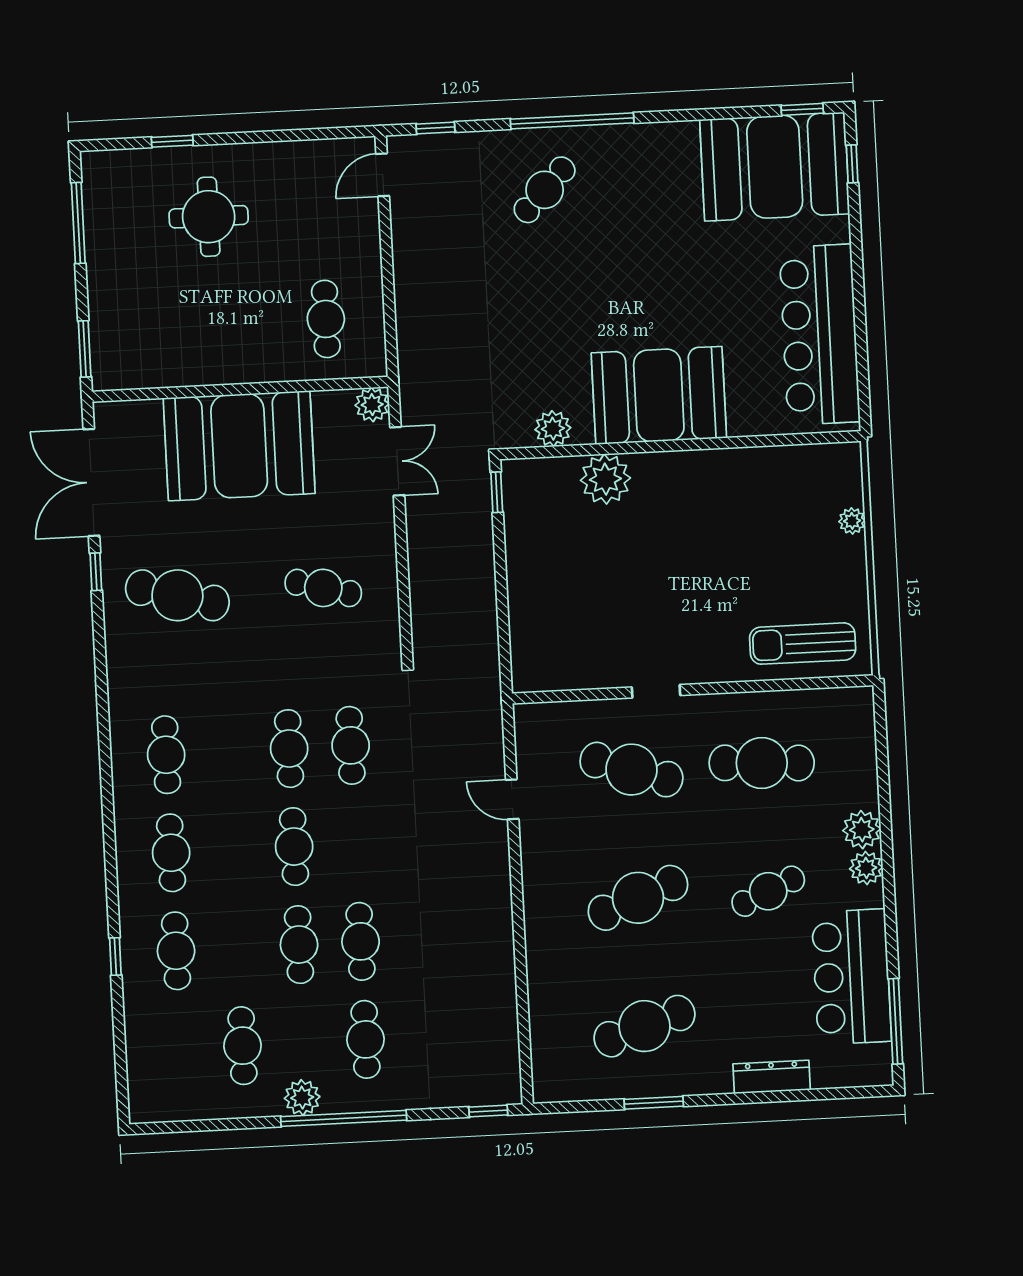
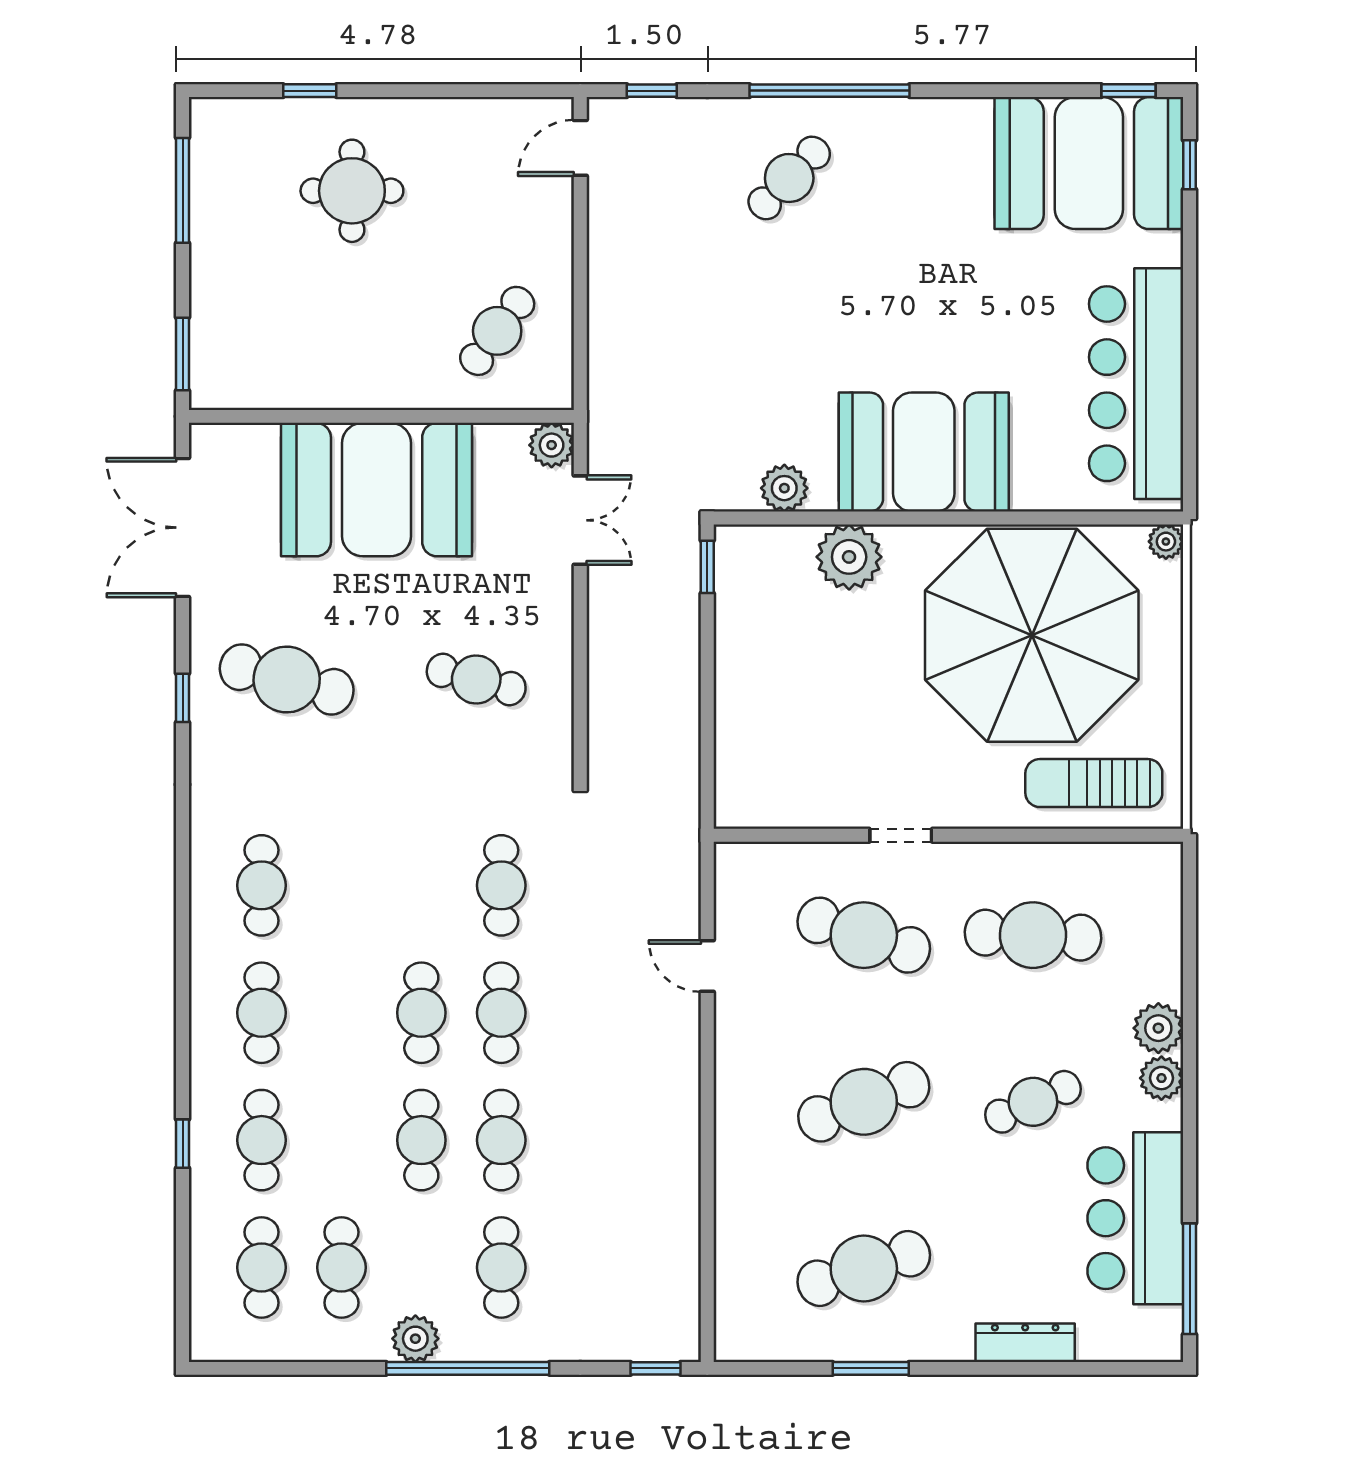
cafe table: (326, 319) -> (497, 331), turned 36
plant: (852, 521) -> (1166, 542), moved
parasol: (749, 532) -> (1032, 635), added
window: (96, 572) -> (183, 698), moved
cafe table: (289, 749) -> (501, 1013), moved
cafe table: (181, 1049) -> (262, 1267), added

